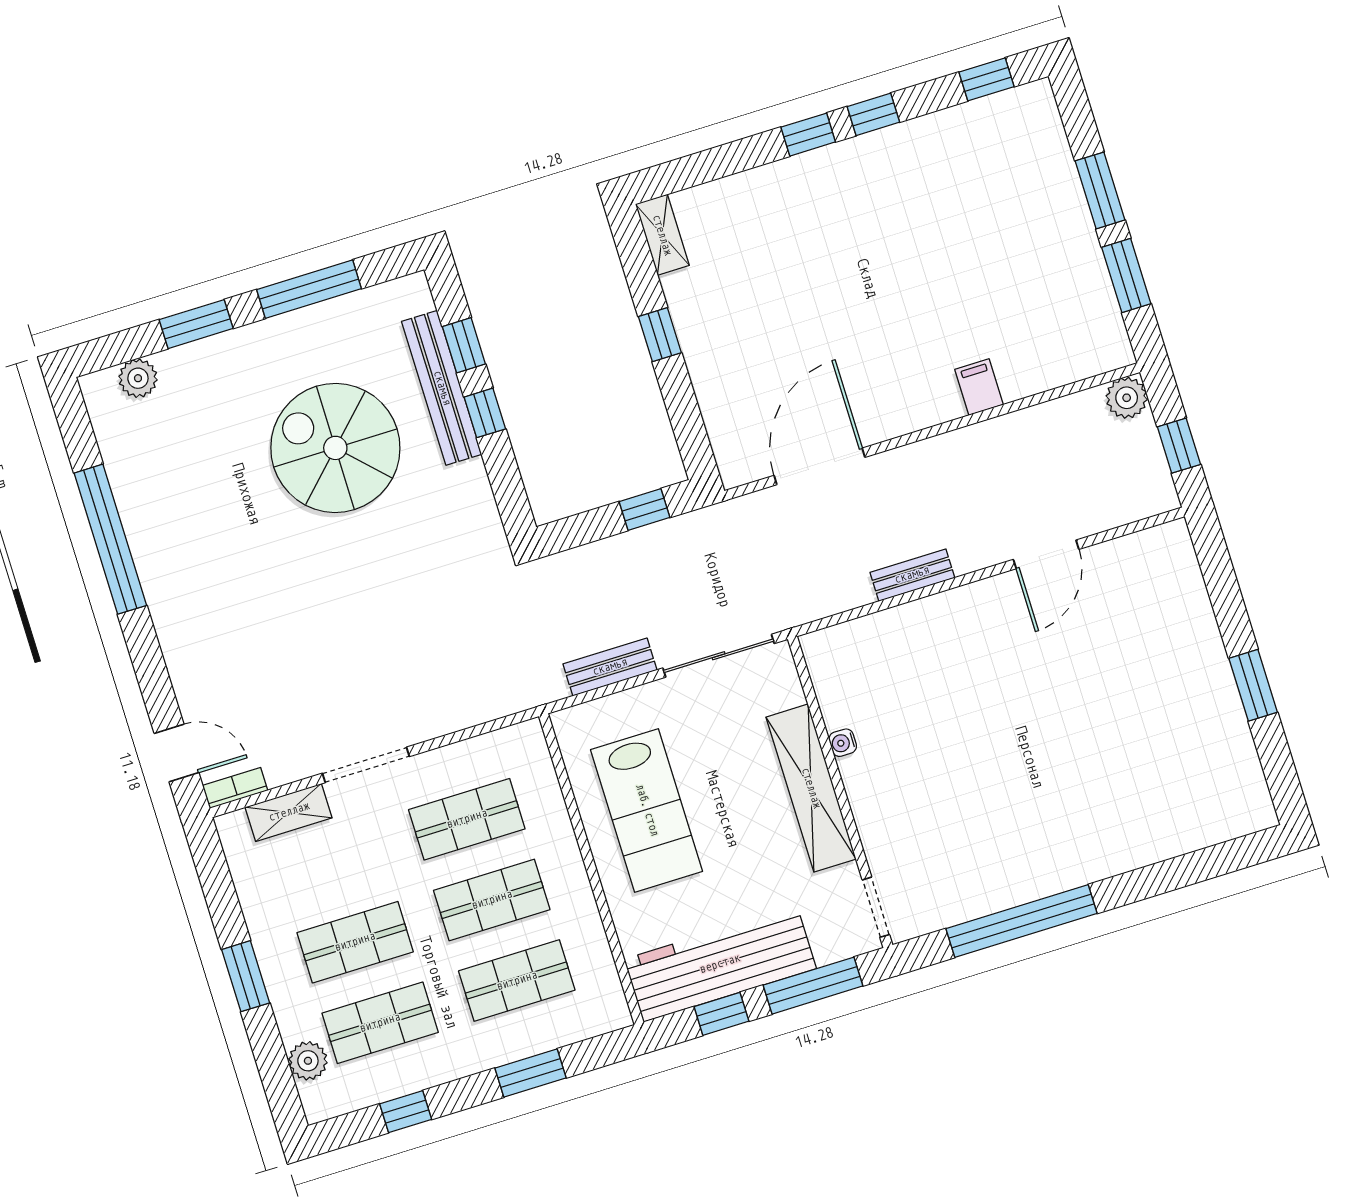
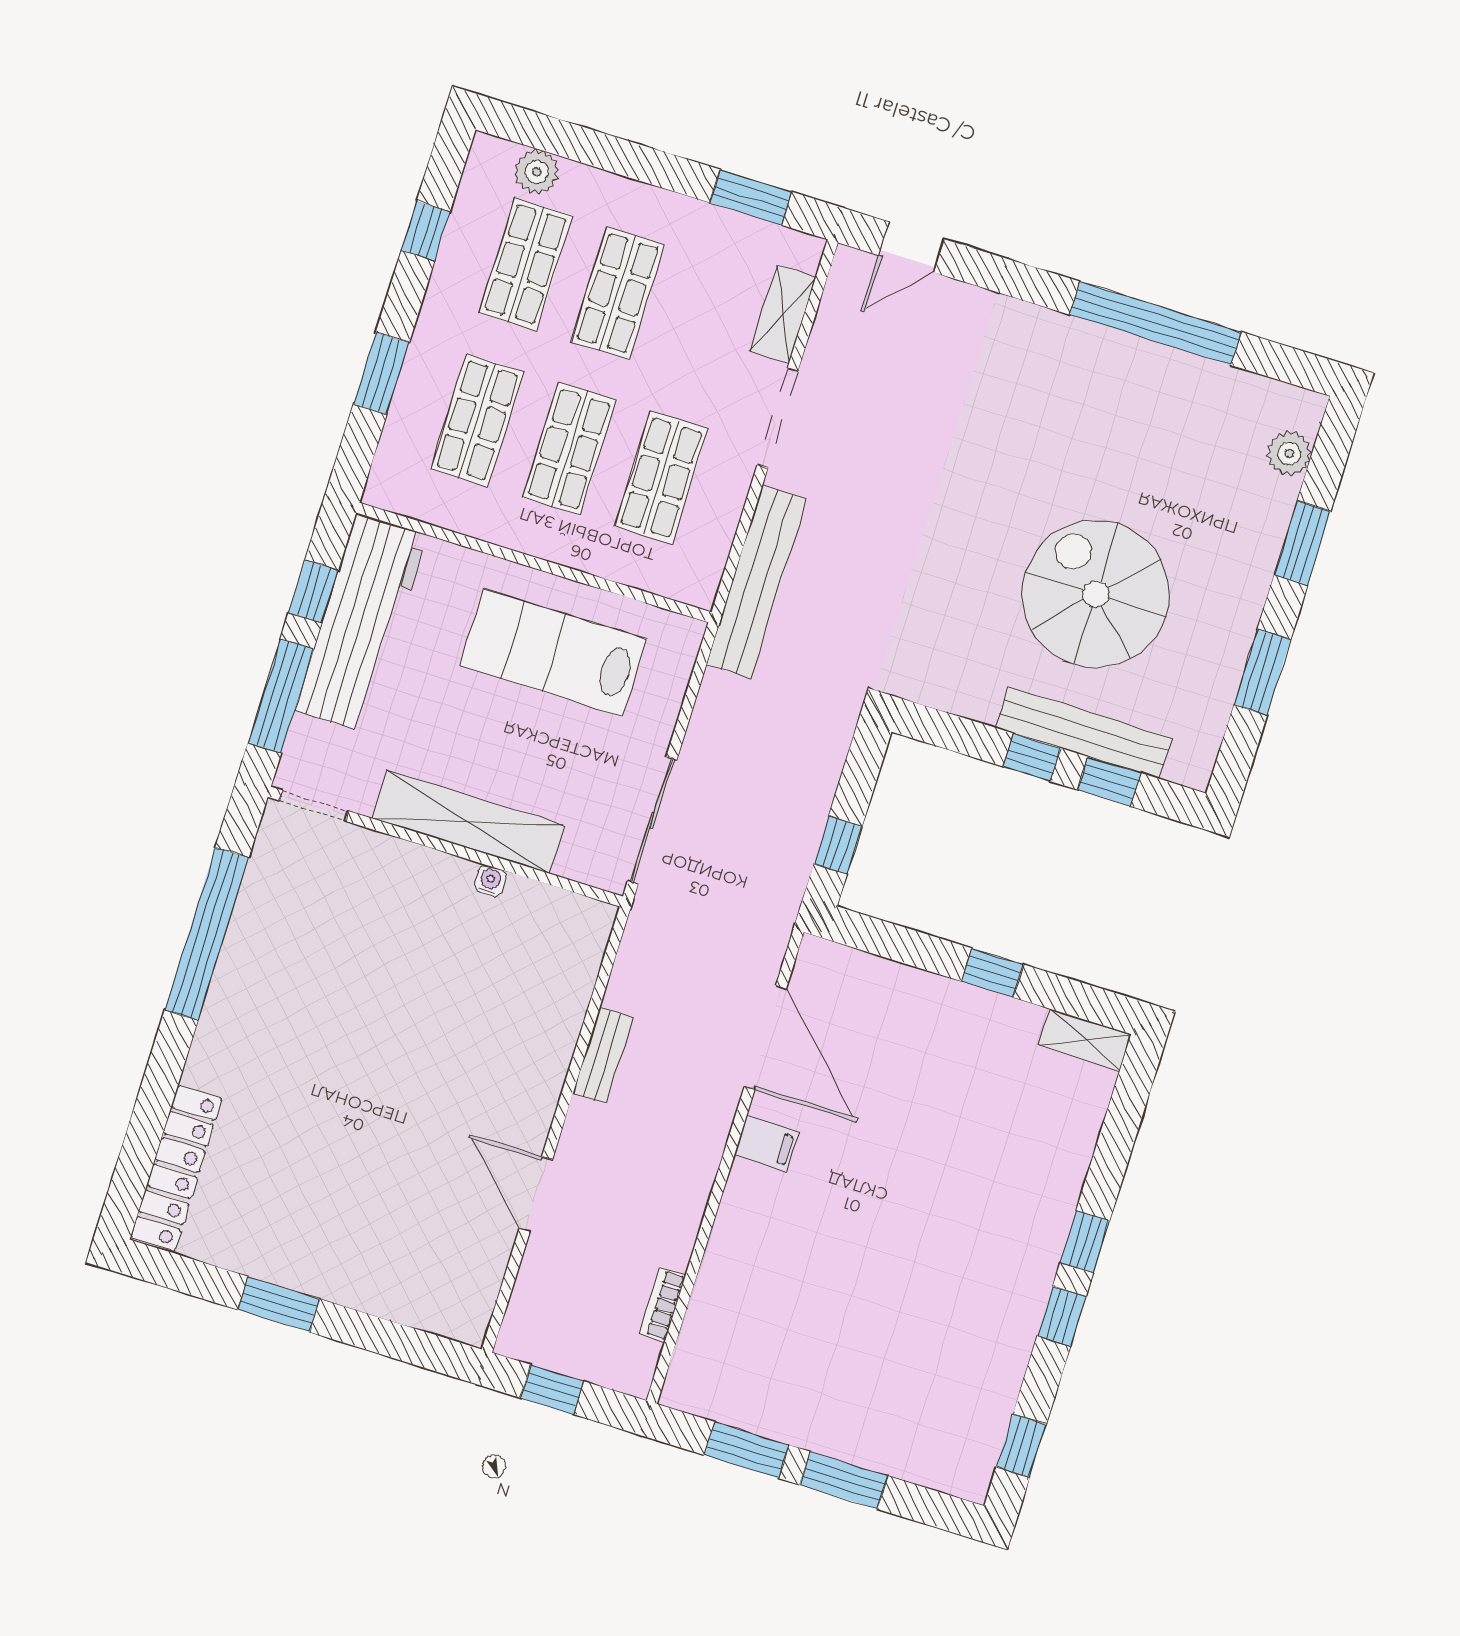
window: (309, 289) -> (1262, 672), width x0.69
filing cabinet: (979, 387) -> (767, 1144), moved
plant: (1127, 398) -> (631, 1371), removed
spiral stairs: (335, 448) -> (1096, 594), turned -90
bench: (610, 667) -> (756, 582), moved, width x1.86, depth x1.21
bookcase: (235, 788) -> (662, 1305), moved, turned 180
locker: (1206, 827) -> (176, 1168), added
window: (246, 976) -> (751, 197), moved

